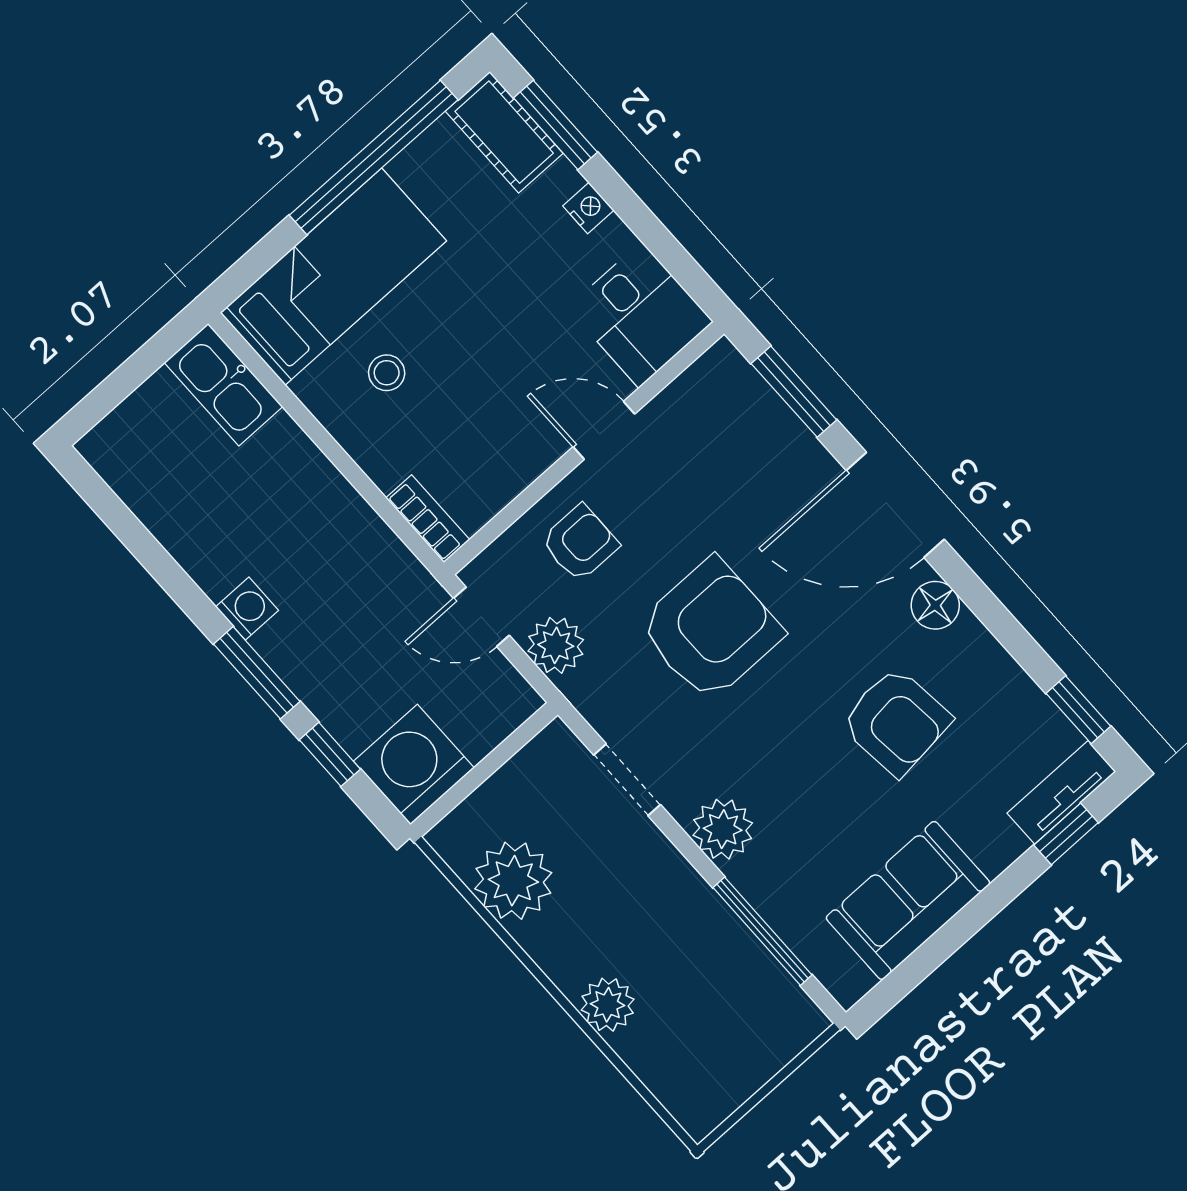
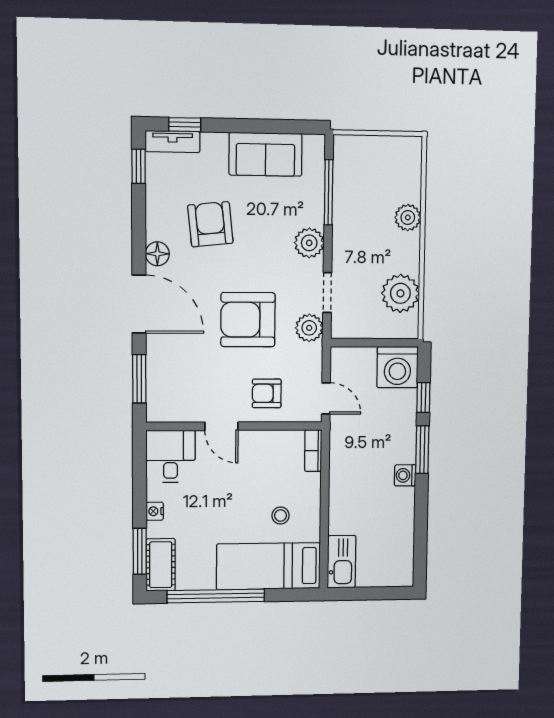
plant: (556, 645) -> (309, 328), moved

